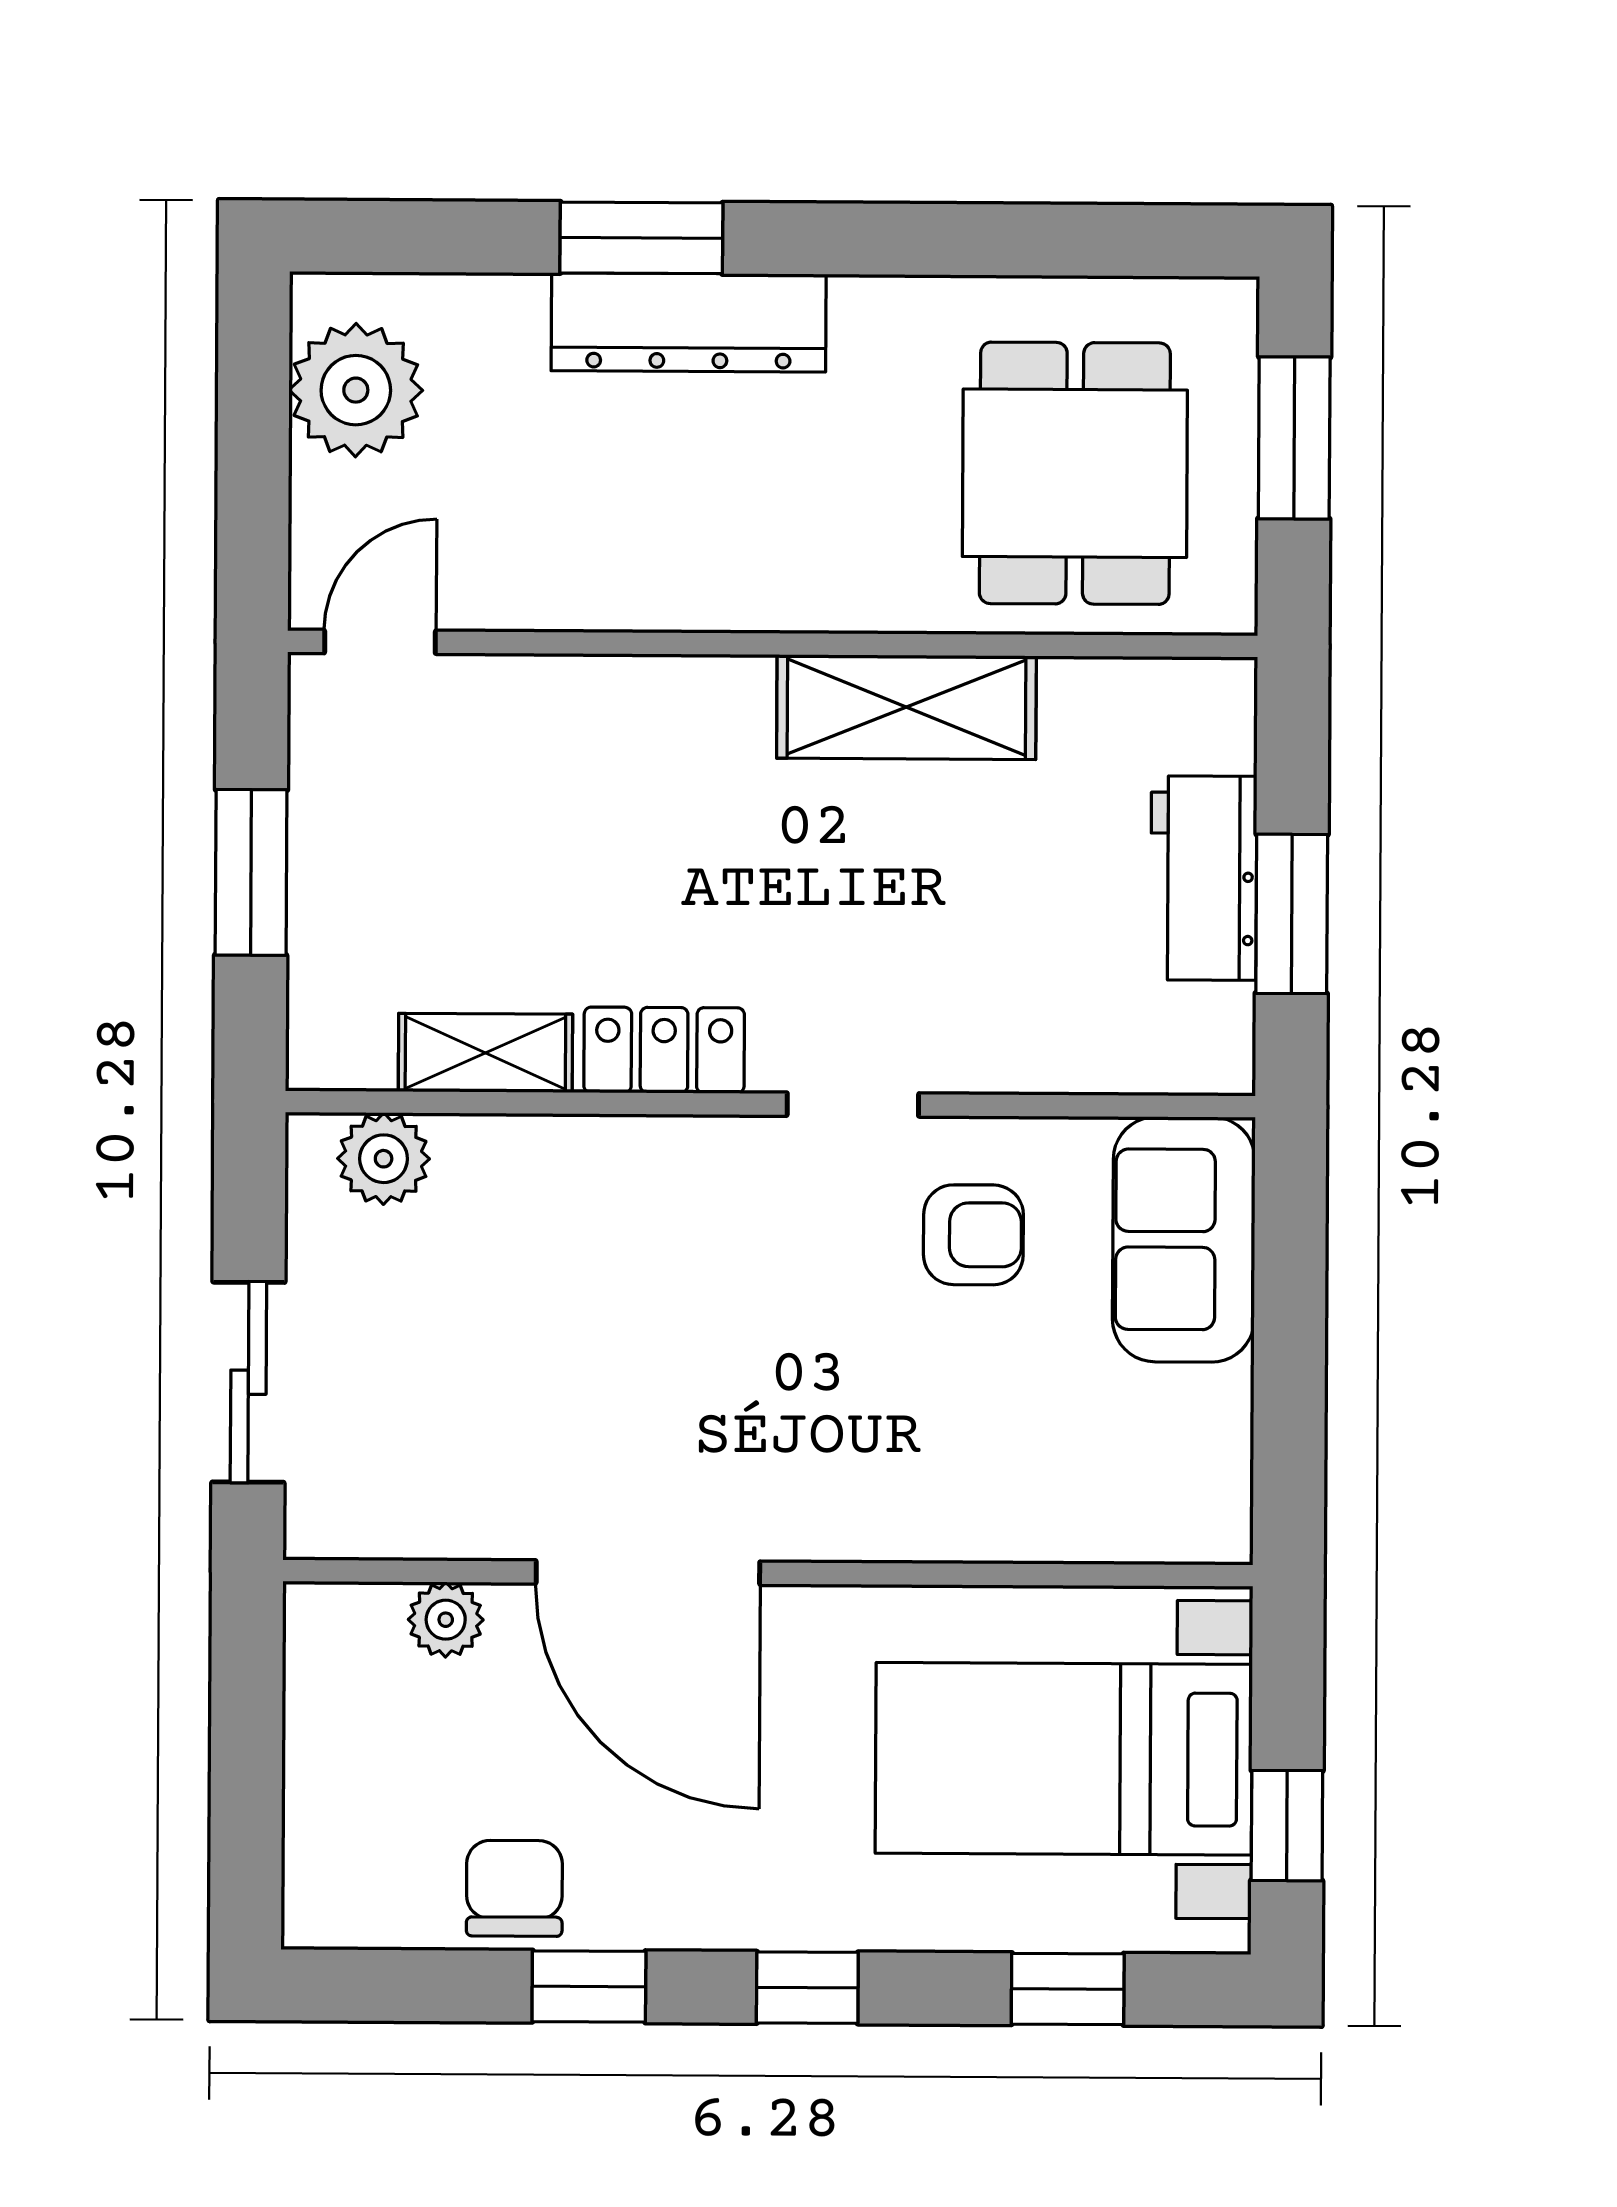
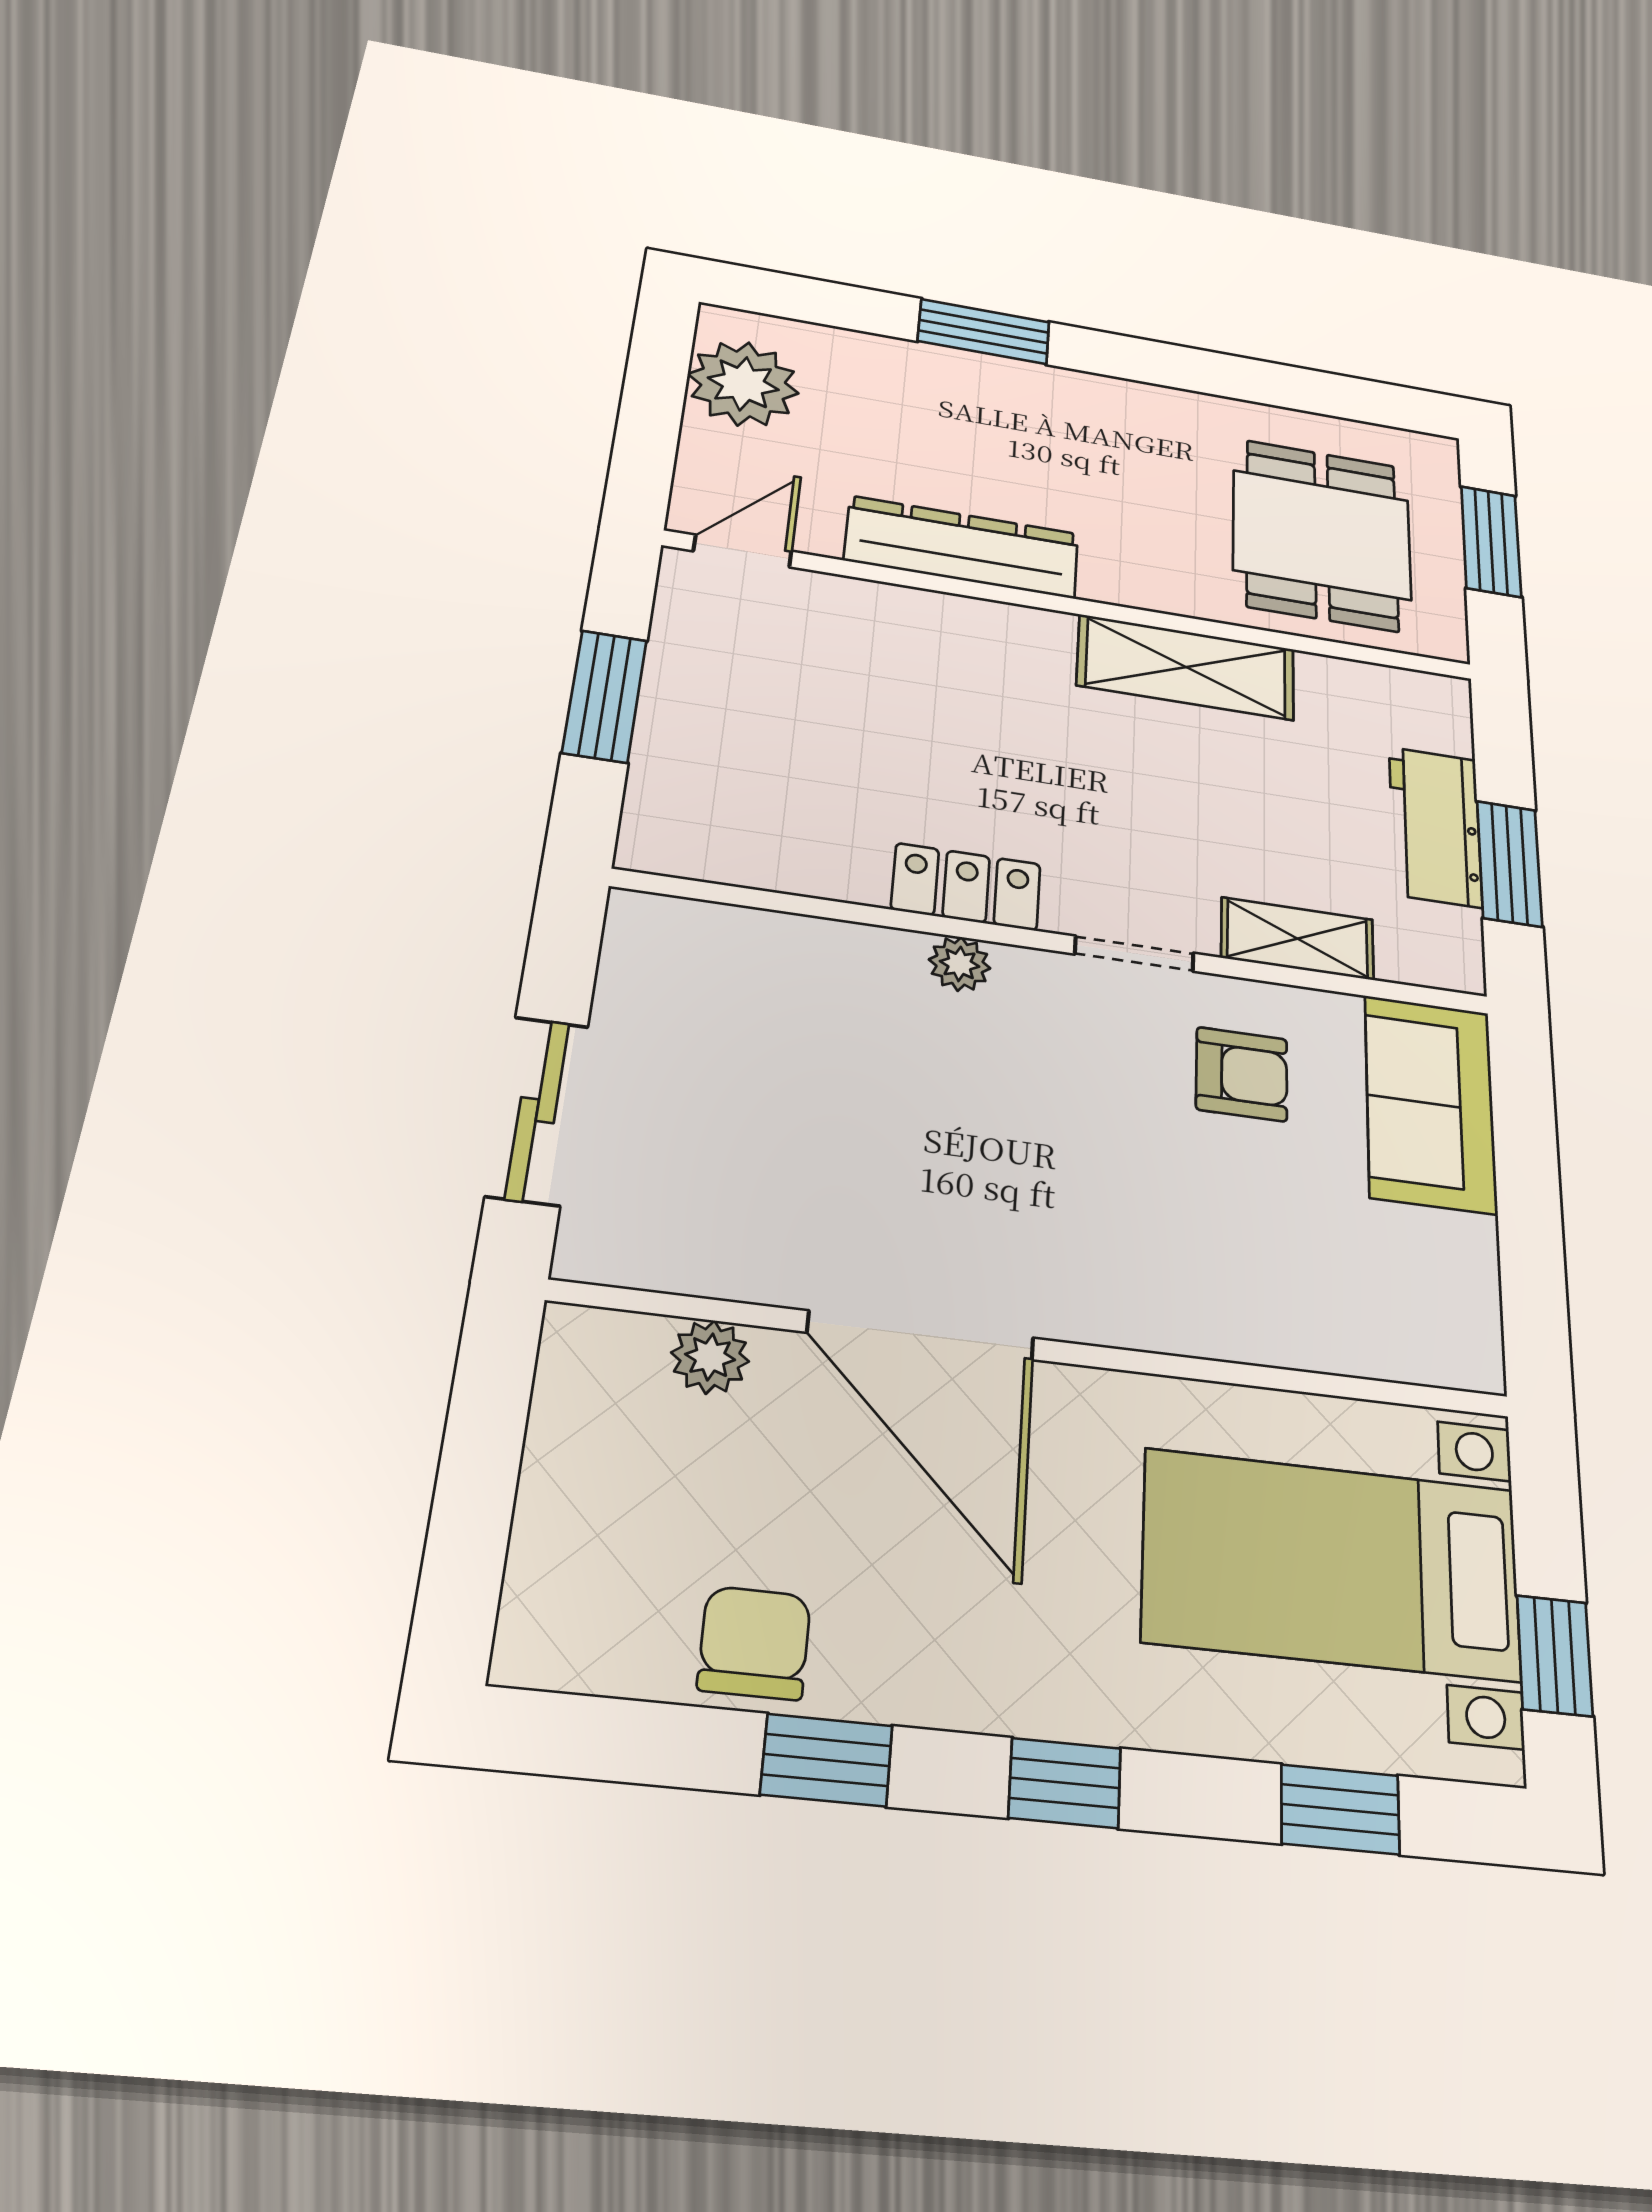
dresser: (689, 322) -> (962, 547), moved, turned 180
shelving: (485, 1053) -> (1298, 939), moved
plant: (384, 1159) -> (960, 964), moved, width x0.73, depth x0.73

